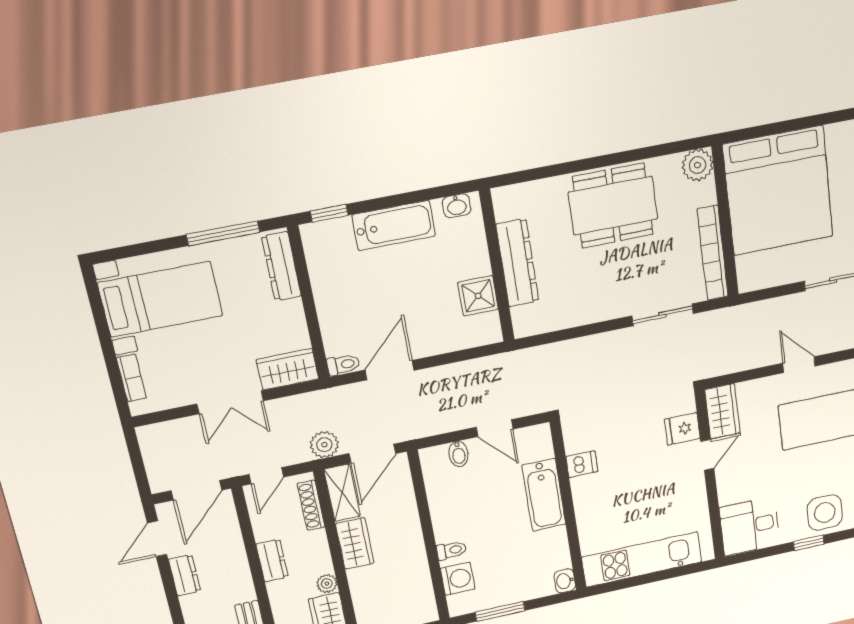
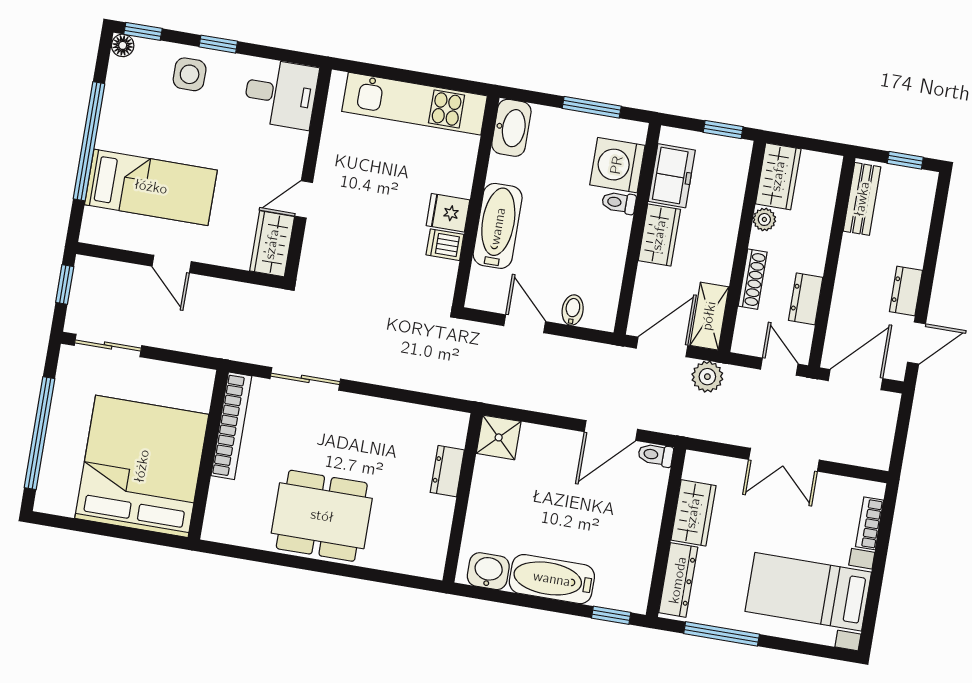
plant: (698, 165) -> (220, 525), removed
washbasin: (457, 206) -> (488, 571), width x1.38, depth x1.45
dresser: (517, 263) -> (447, 471), width x0.51, depth x0.80
shower: (478, 296) -> (499, 437), moved
wardrobe: (287, 369) -> (693, 513), moved, turned -90
double door: (230, 402) -> (784, 460), swing flipped
fridge: (682, 429) -> (448, 213), moved, turned 180
door: (266, 476) -> (779, 367), hinge flipped
shoe rack: (311, 505) -> (753, 279), moved
side table: (825, 513) -> (190, 74), width x0.73, depth x0.73
wardrobe: (355, 543) -> (659, 235), moved, turned 180
dresser: (272, 561) -> (806, 299), moved
washing machine: (458, 579) -> (617, 165), width x1.37, depth x1.37
washbasin: (565, 581) -> (511, 128), width x1.91, depth x1.45
freezer: (416, 587) -> (672, 176), added

